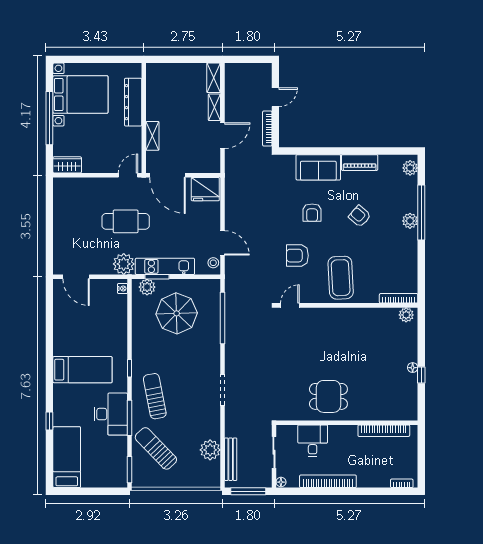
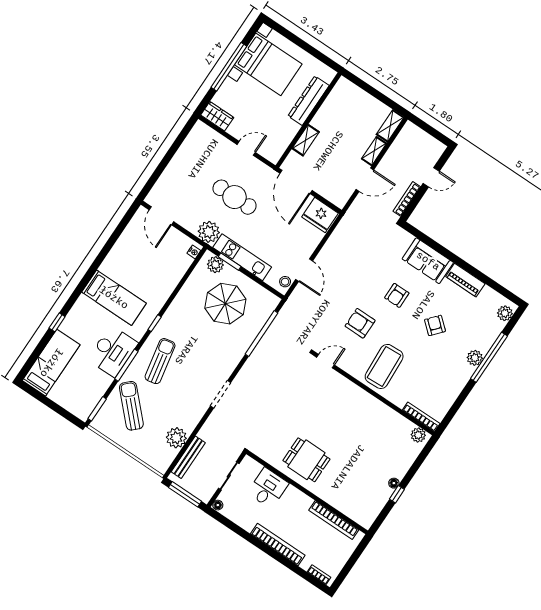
door: (128, 175) -> (246, 148), moved
bookcase: (328, 481) -> (278, 544), moved

